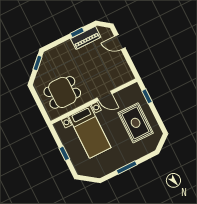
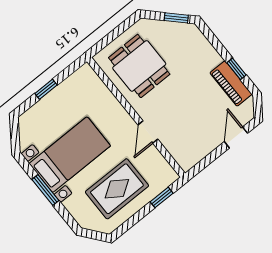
bed with nightstands: (90, 132) -> (70, 155), moved, turned 180

